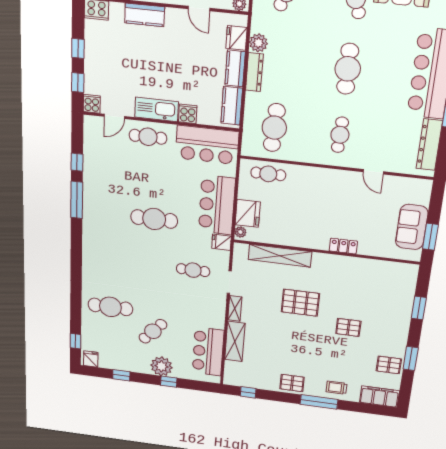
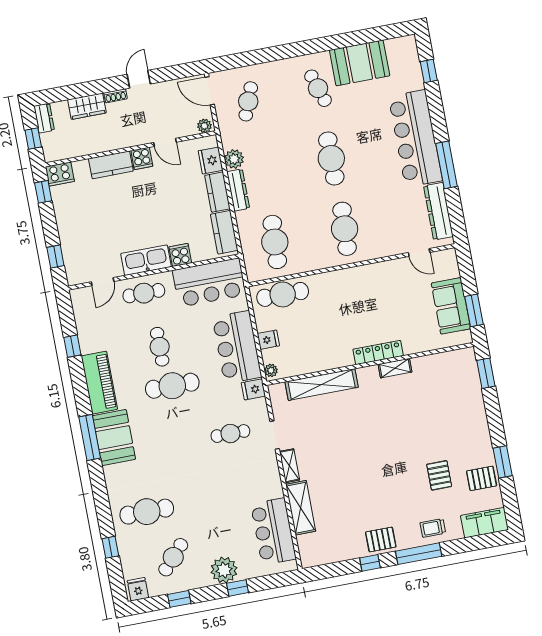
window: (78, 48) -> (43, 192), moved
cooker: (92, 104) -> (142, 158), moved, turned 180
cafe table: (340, 135) -> (345, 229), width x1.37, depth x1.35
door: (373, 172) -> (419, 252), moved
cafe table: (268, 174) -> (283, 294), width x1.37, depth x1.35
cafe table: (151, 185) -> (160, 347), added
piano: (94, 198) -> (99, 383), added
window: (77, 200) -> (90, 438), moved
fridge: (248, 213) -> (268, 340), width x0.53, depth x0.75
booth: (96, 244) -> (114, 438), added
locker: (343, 246) -> (378, 352), width x1.53
shelving: (346, 262) -> (395, 368), added
pallet: (300, 303) -> (360, 434), removed
window: (419, 308) -> (486, 373), moved
pallet: (348, 327) -> (439, 475), moved, turned 90
cafe table: (153, 331) -> (173, 557), moved
window: (76, 341) -> (110, 547), moved
window: (248, 392) -> (370, 563), moved

